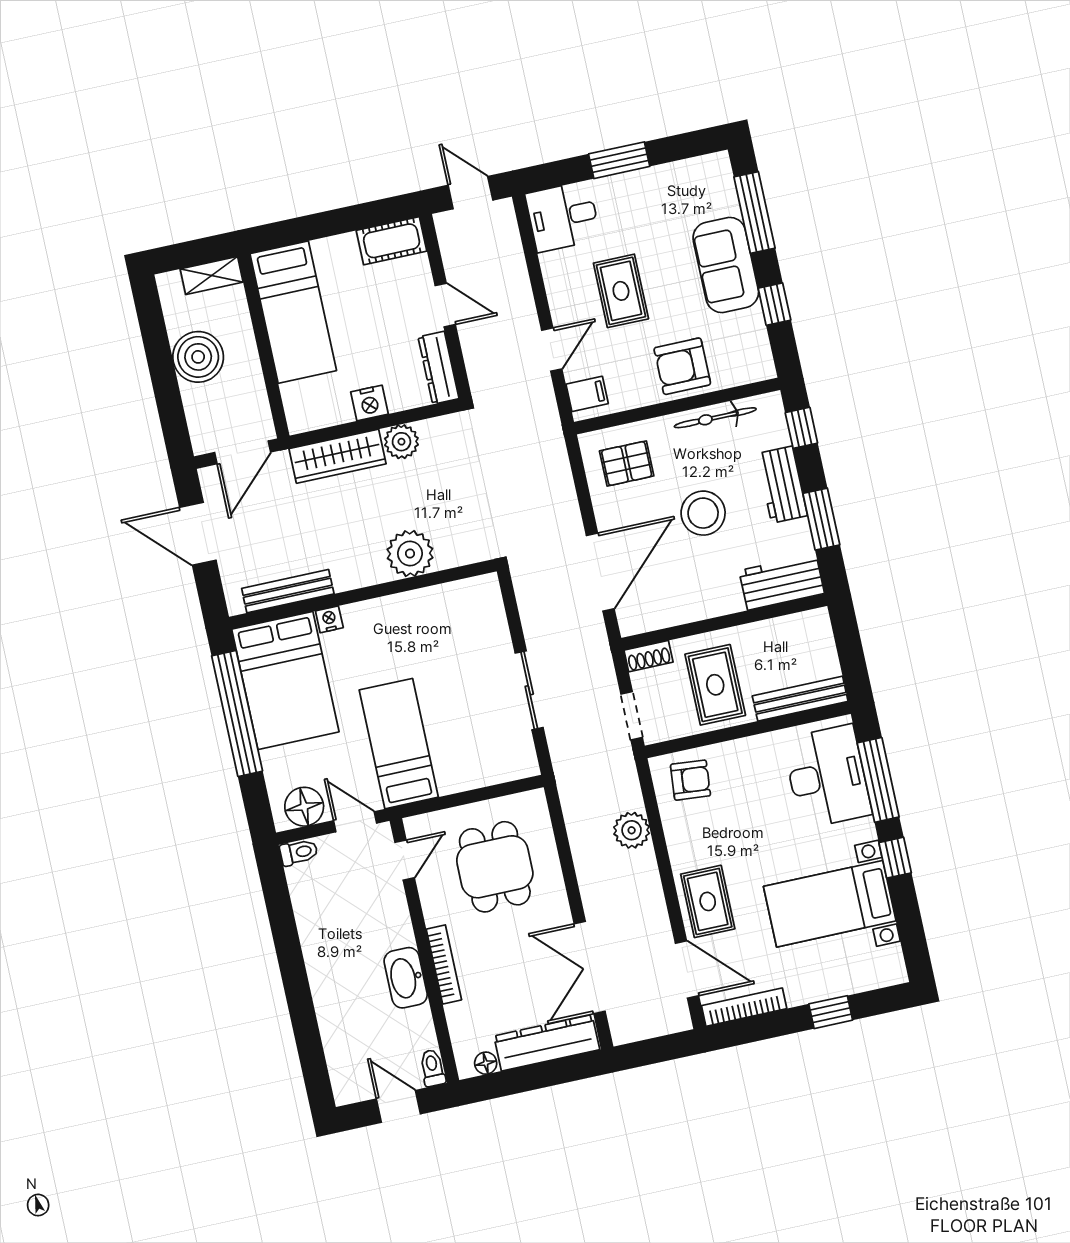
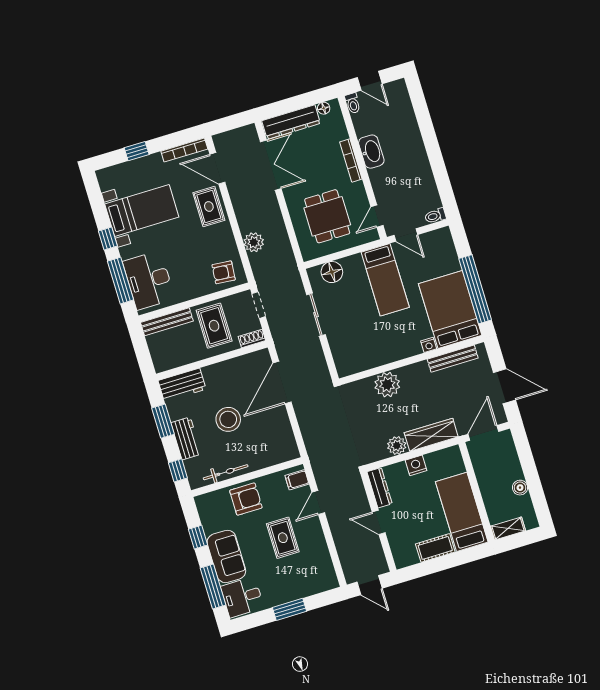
desk: (563, 217) -> (242, 597), moved, turned 180
cot: (392, 241) -> (435, 548), moved
boiler: (198, 357) -> (520, 488), width x0.54, depth x0.54
pallet: (627, 463) -> (272, 443), removed
floor lamp: (304, 807) -> (332, 272), moved

